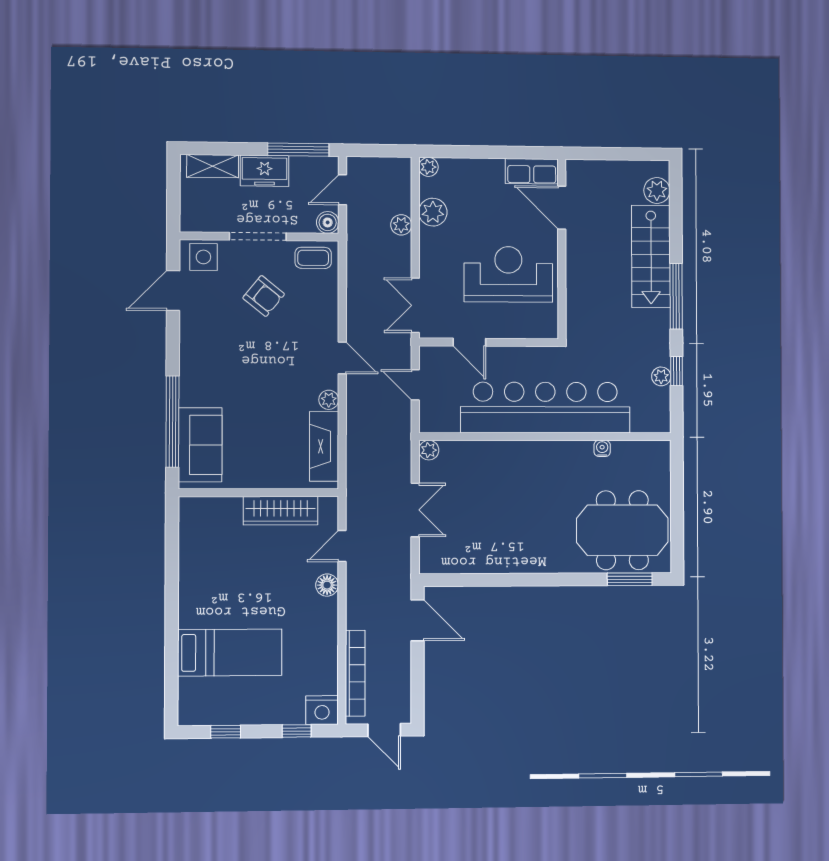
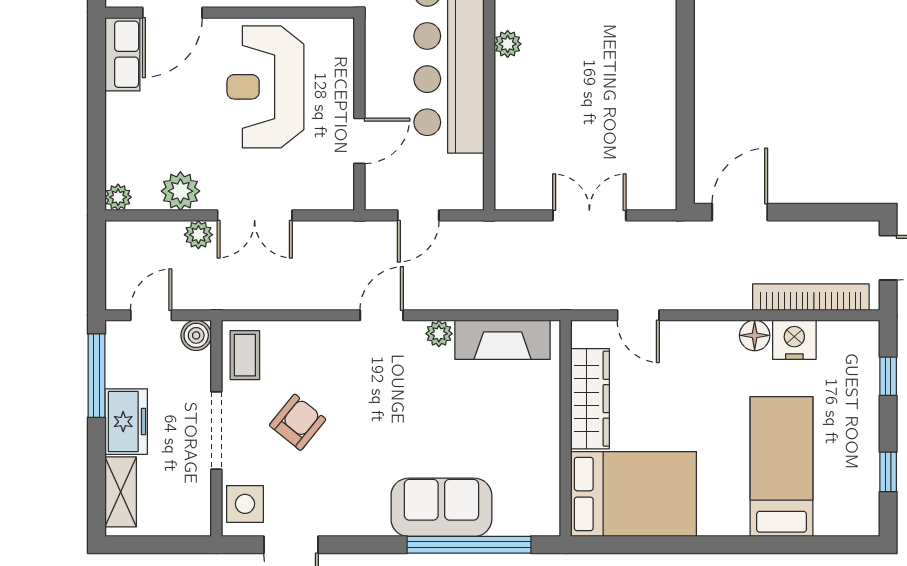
door: (342, 190) -> (151, 315), swing flipped
double door: (415, 305) -> (255, 215), moved
sofa: (200, 445) -> (441, 507), moved
plant: (429, 450) -> (508, 44), moved
bed: (210, 543) -> (633, 494), added
floor lamp: (327, 585) -> (755, 335), moved
nightstand: (322, 710) -> (794, 340), moved, turned -90

